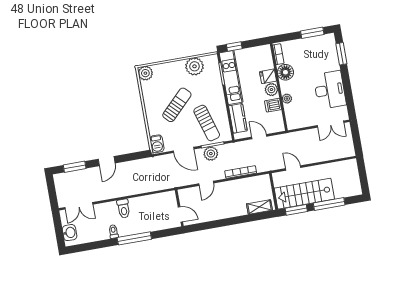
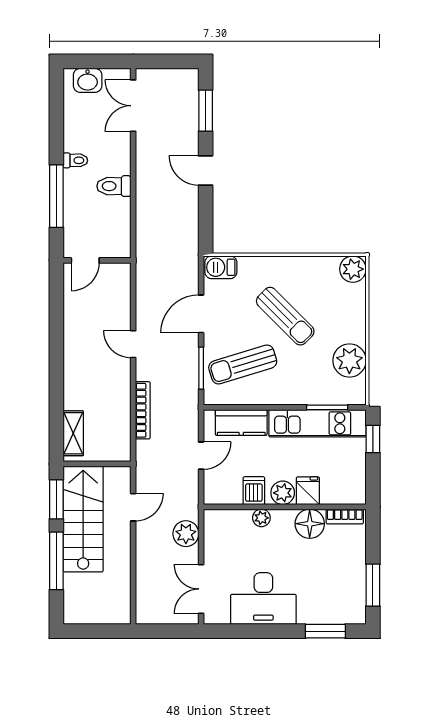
plant: (211, 154) -> (186, 534), moved
wall: (179, 208) -> (97, 260), moved
door: (180, 214) -> (85, 260), moved

